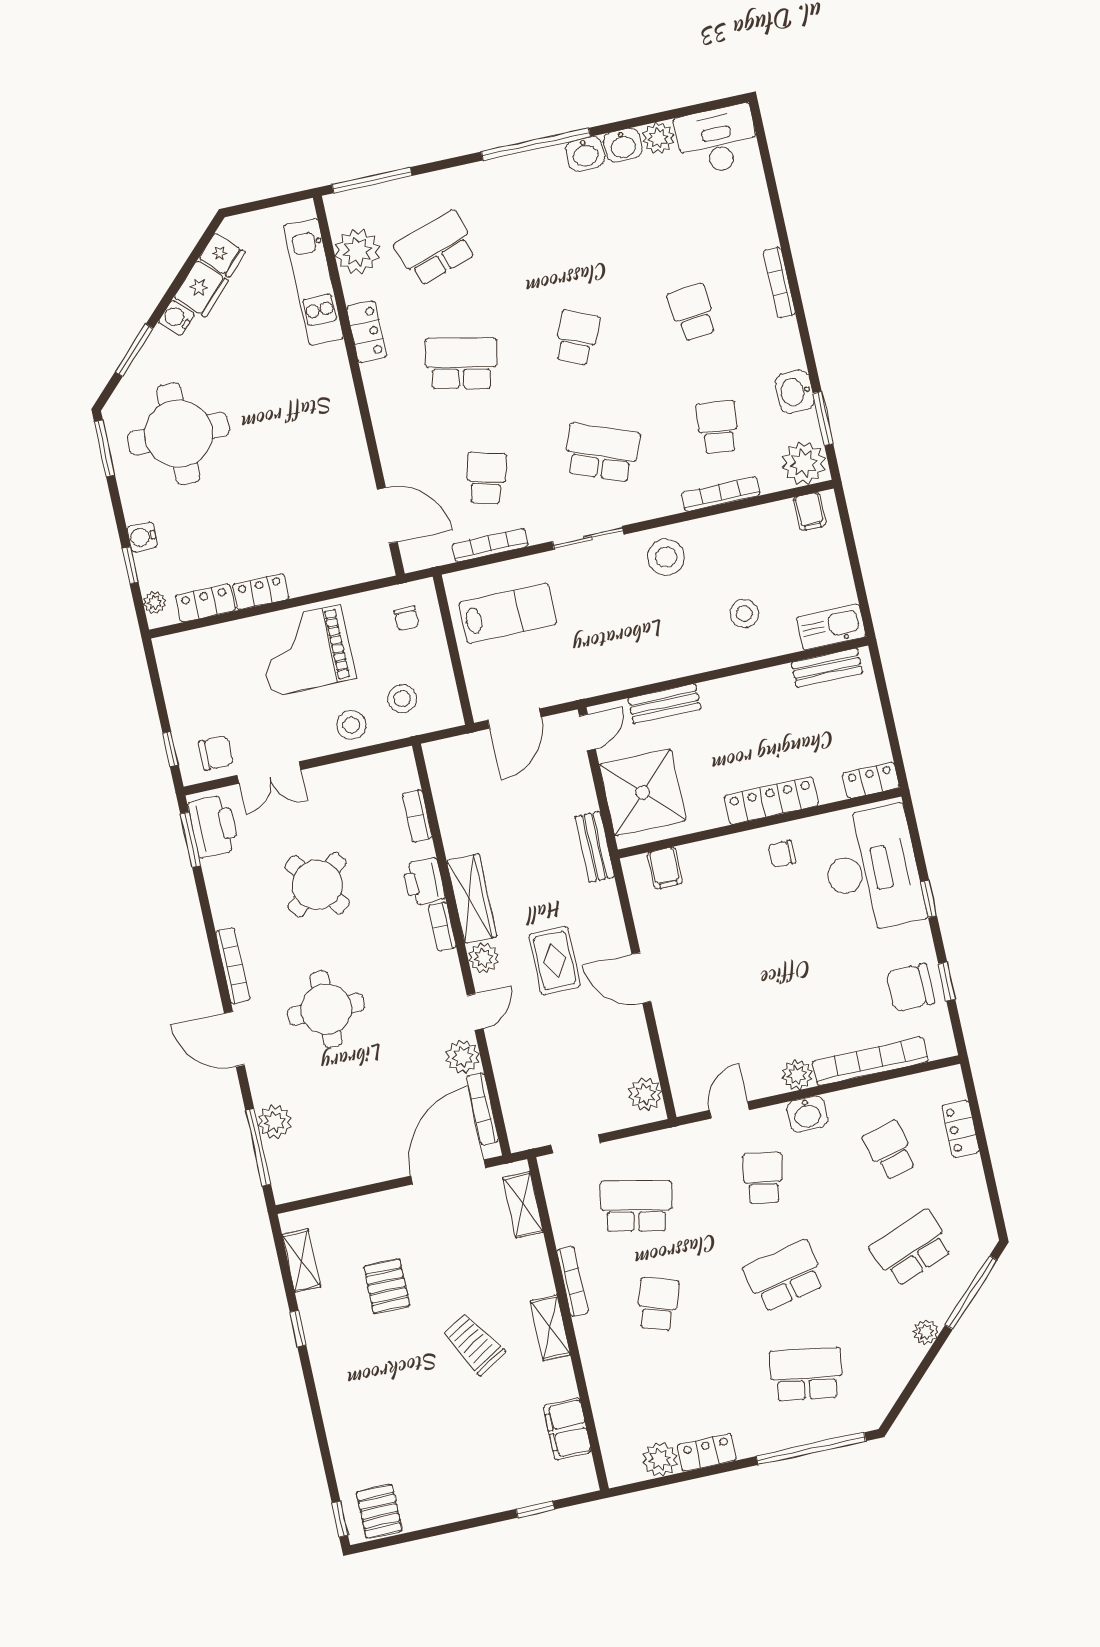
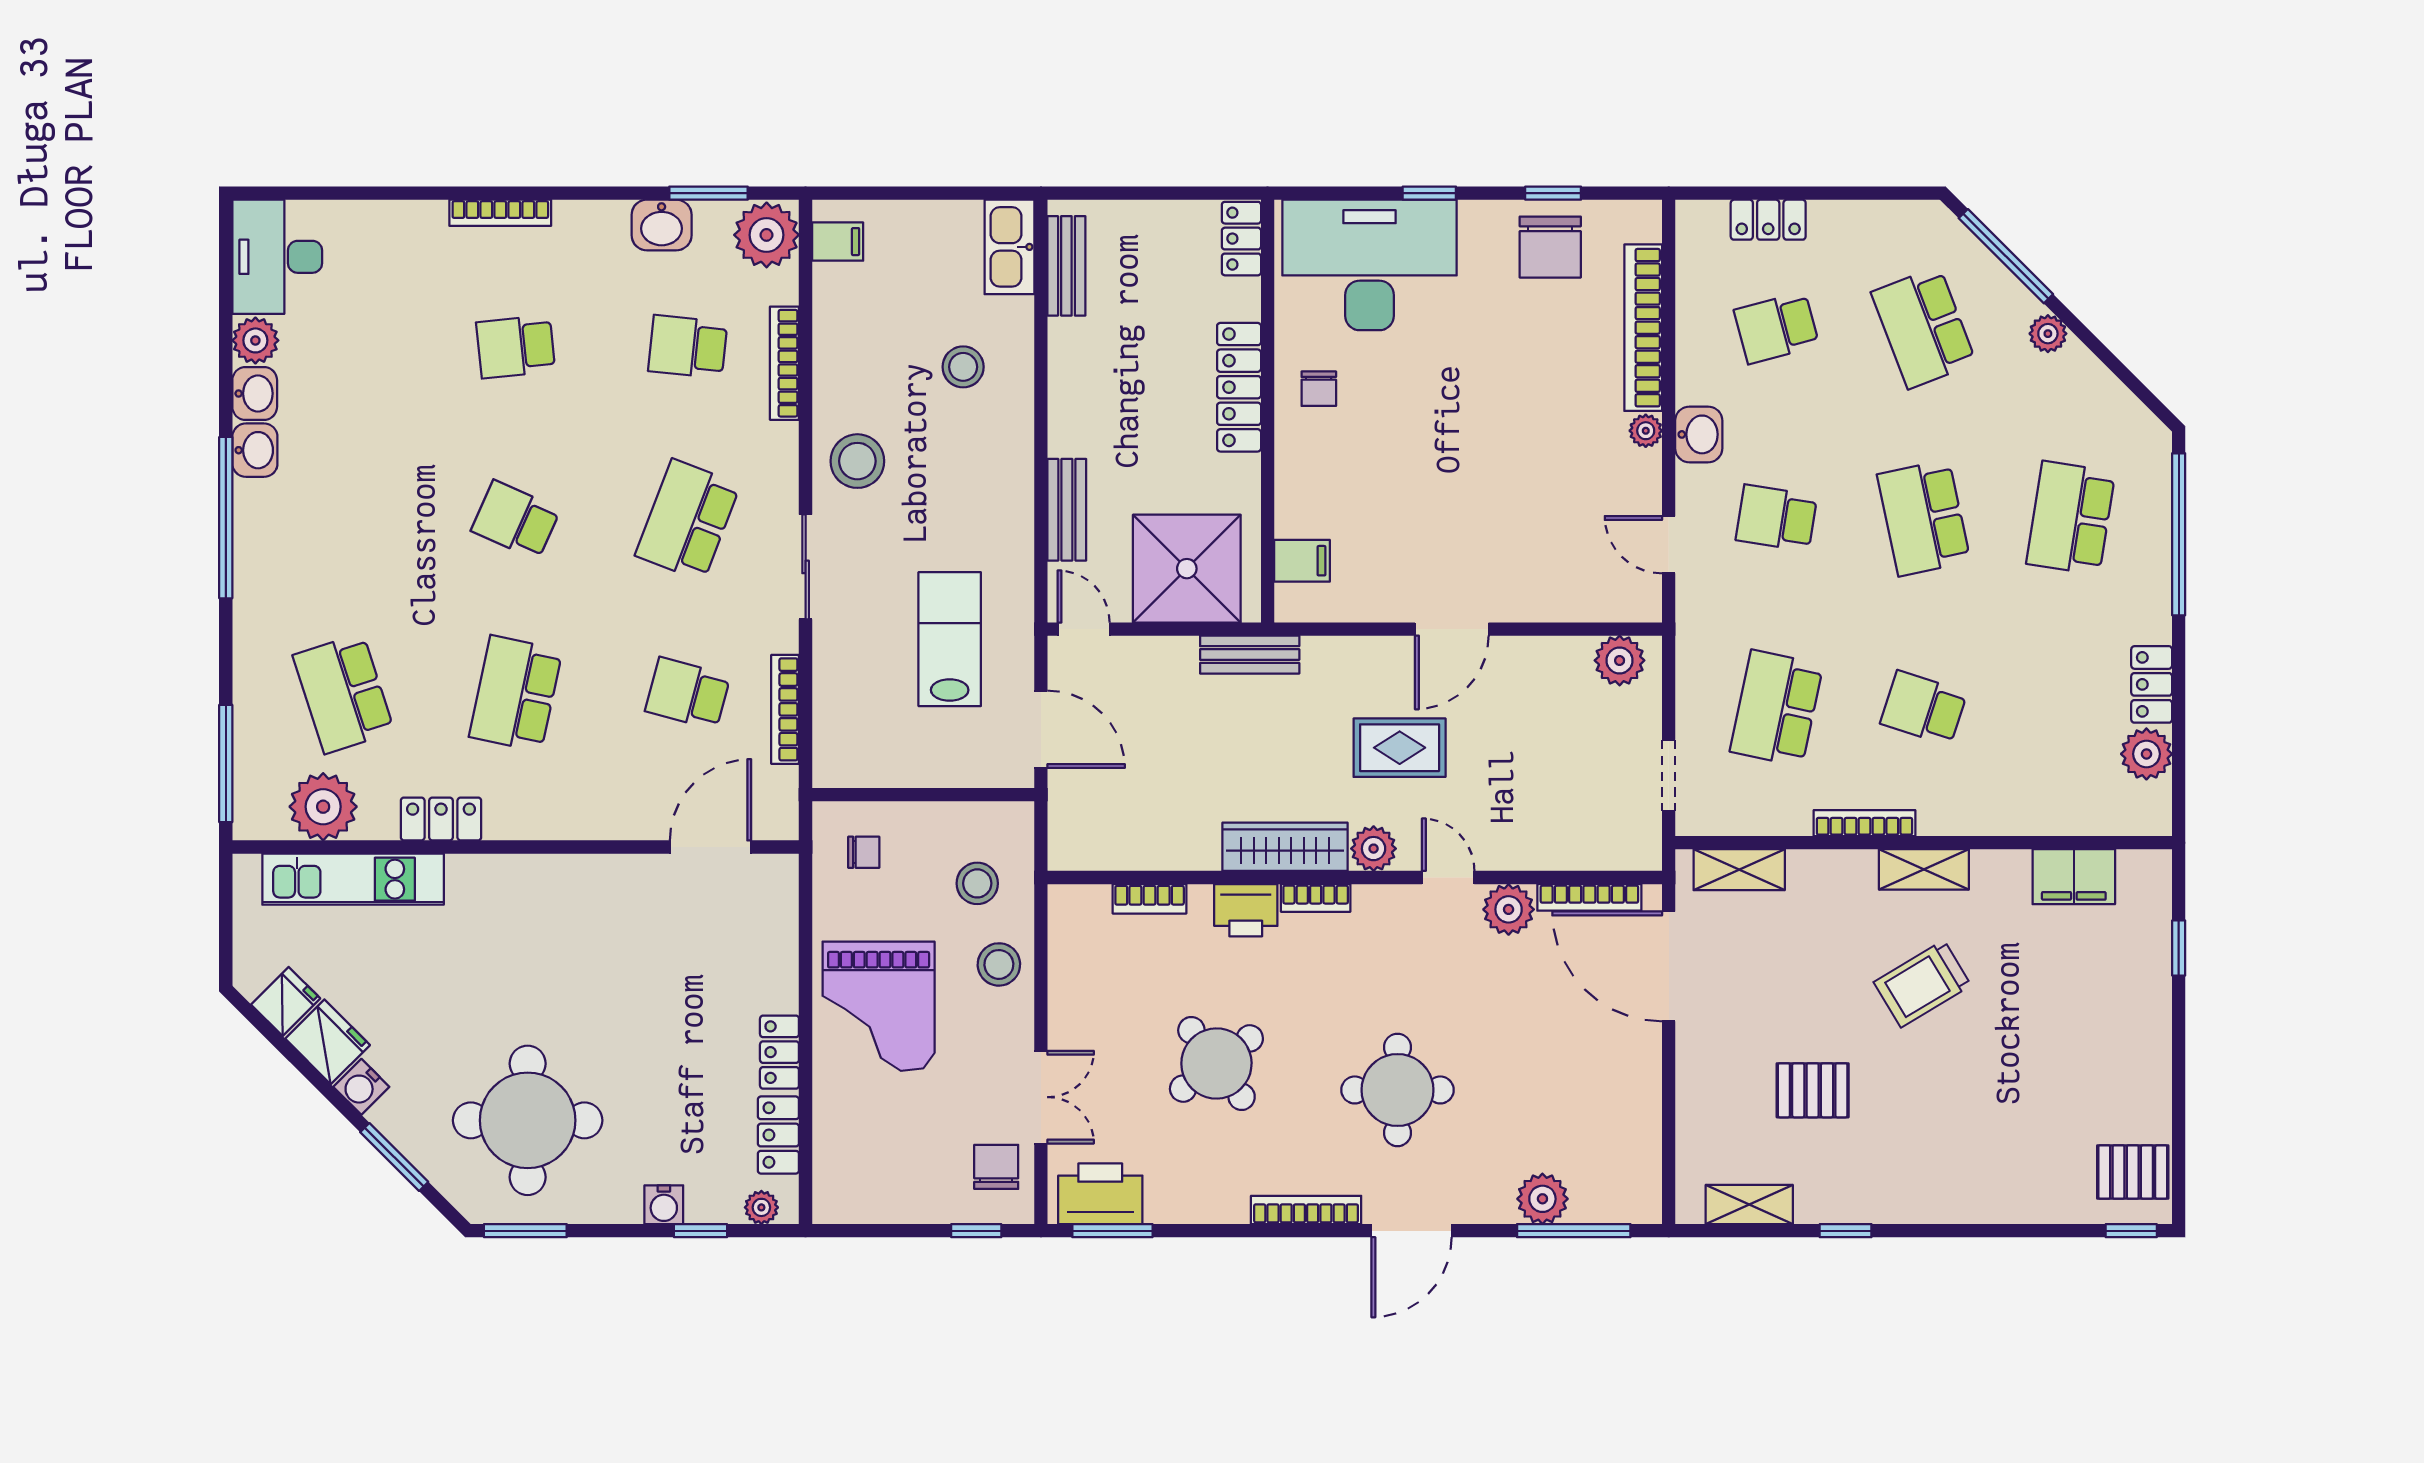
lab bench: (508, 613) -> (950, 639), moved
plant: (797, 1075) -> (1646, 431), width x0.73, depth x0.73

